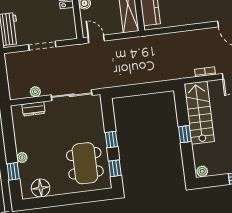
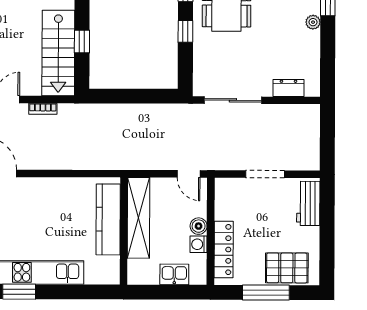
plant: (35, 92) -> (283, 111), removed
window: (185, 134) -> (82, 42), moved

